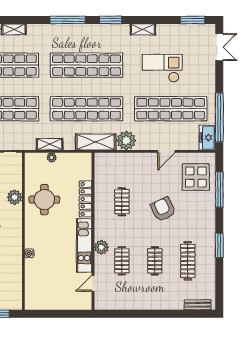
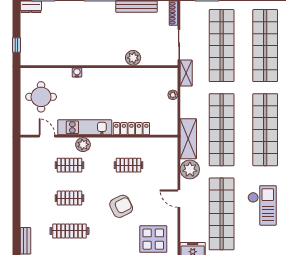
shelving: (50, 144) -> (186, 73), moved
door: (166, 151) -> (179, 199), moved
round table: (44, 200) -> (41, 97), moved

